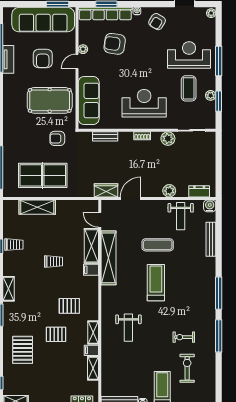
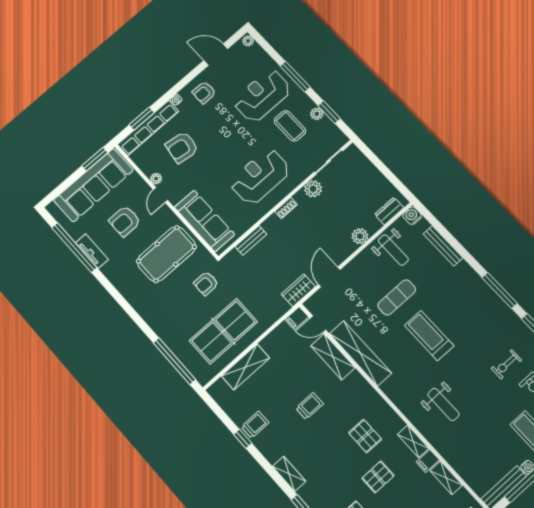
armchair: (157, 22) -> (204, 92), turned 59
armchair: (43, 59) -> (125, 221), turned 90
filing cabinet: (91, 270) -> (297, 318), moved
pallet: (69, 306) -> (365, 436), turned 90

